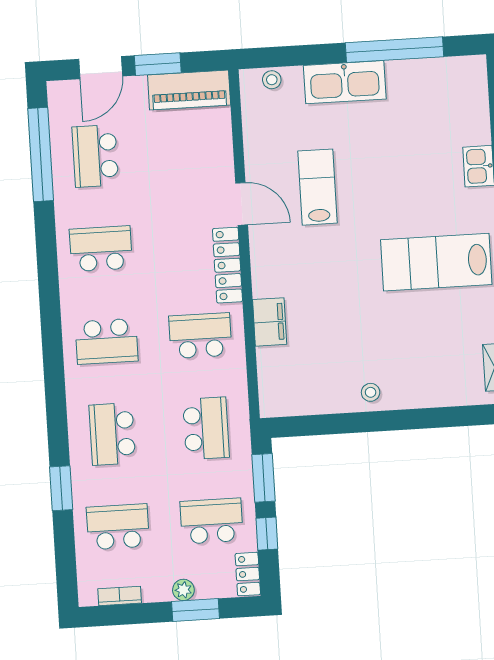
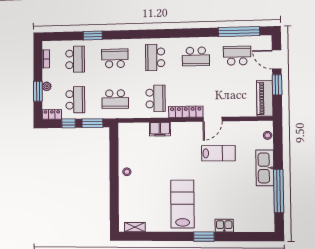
school desk: (101, 249) -> (196, 57), turned 90

